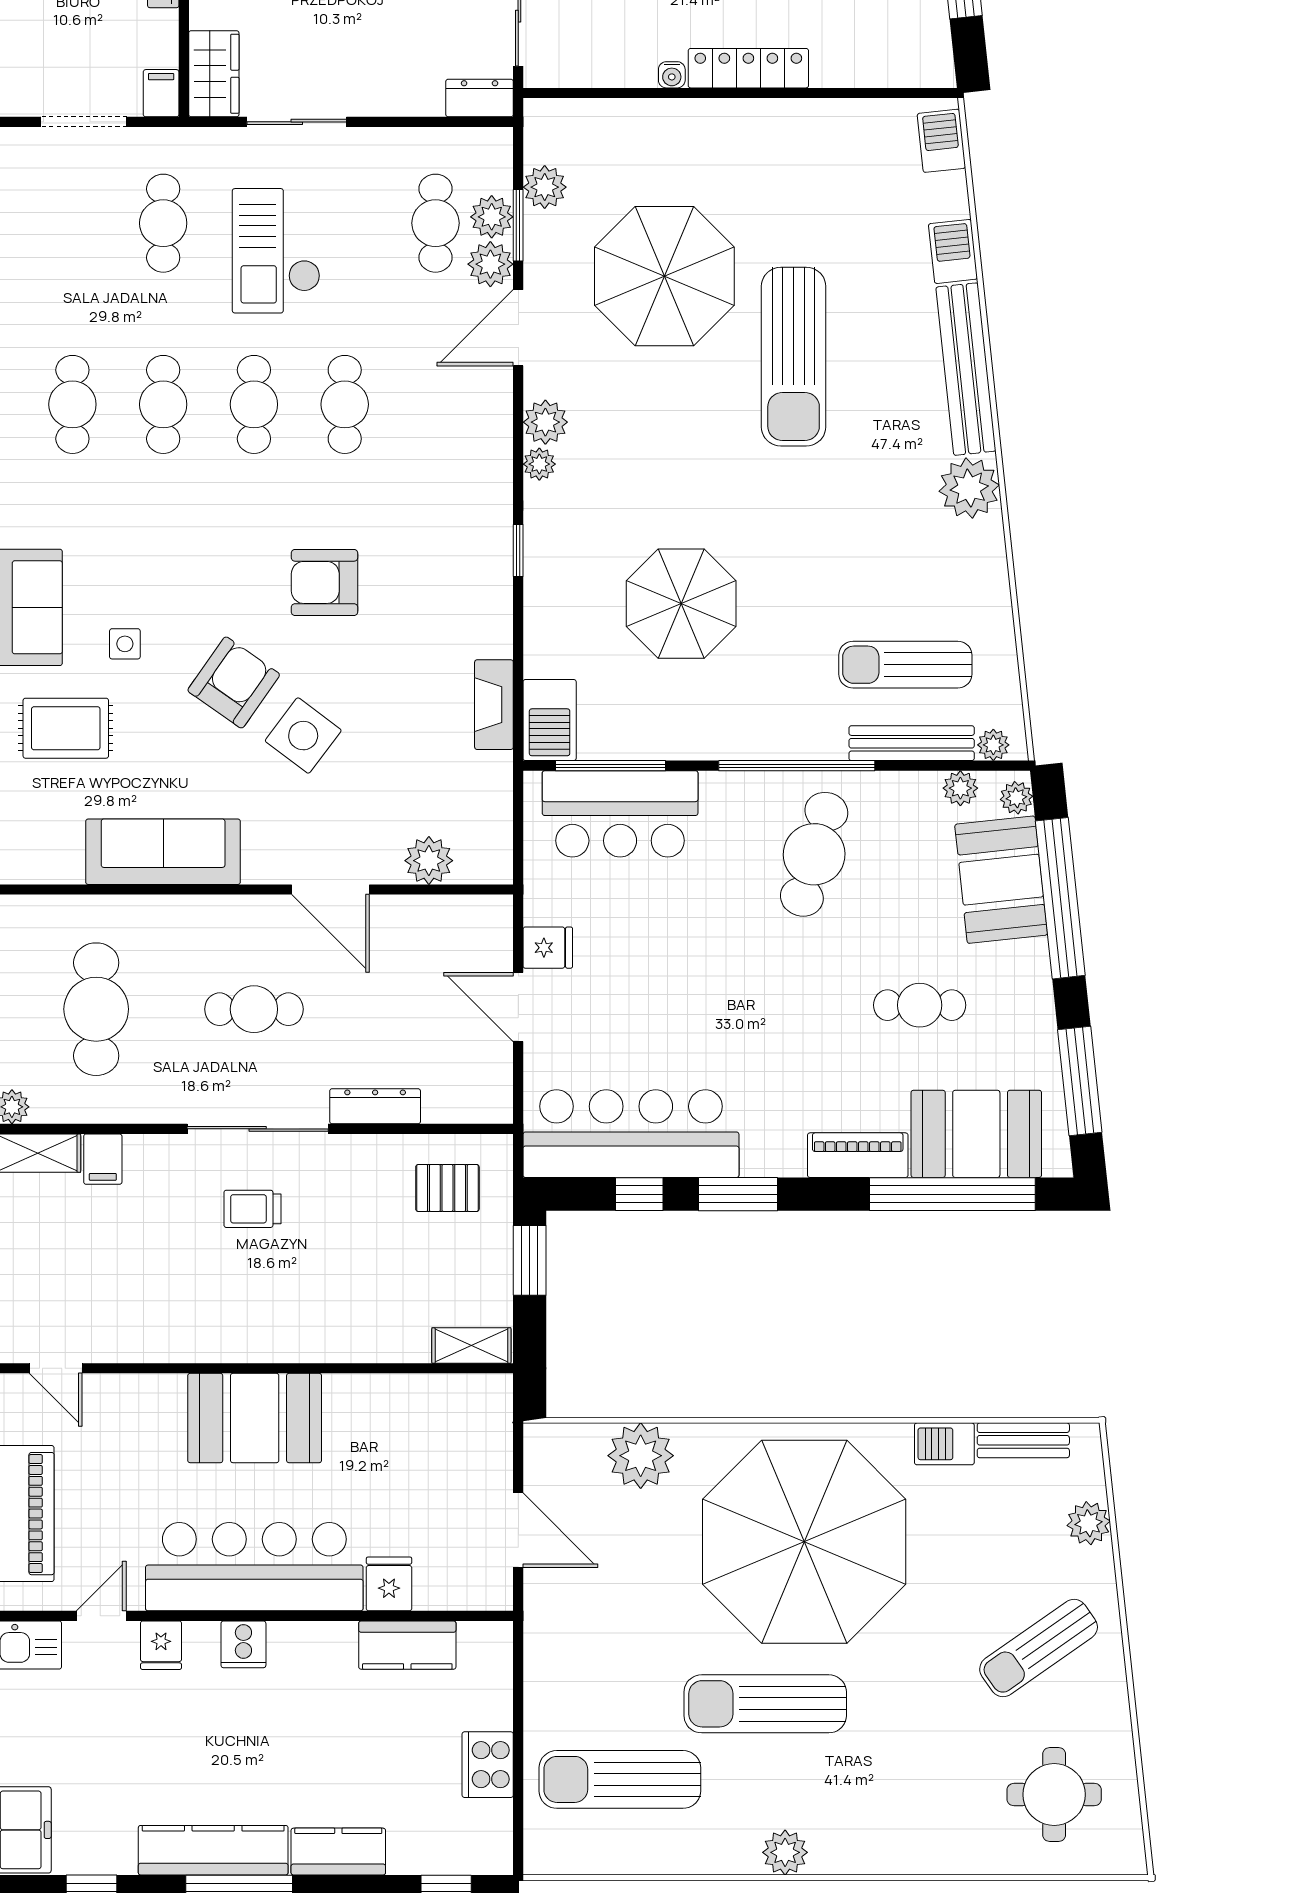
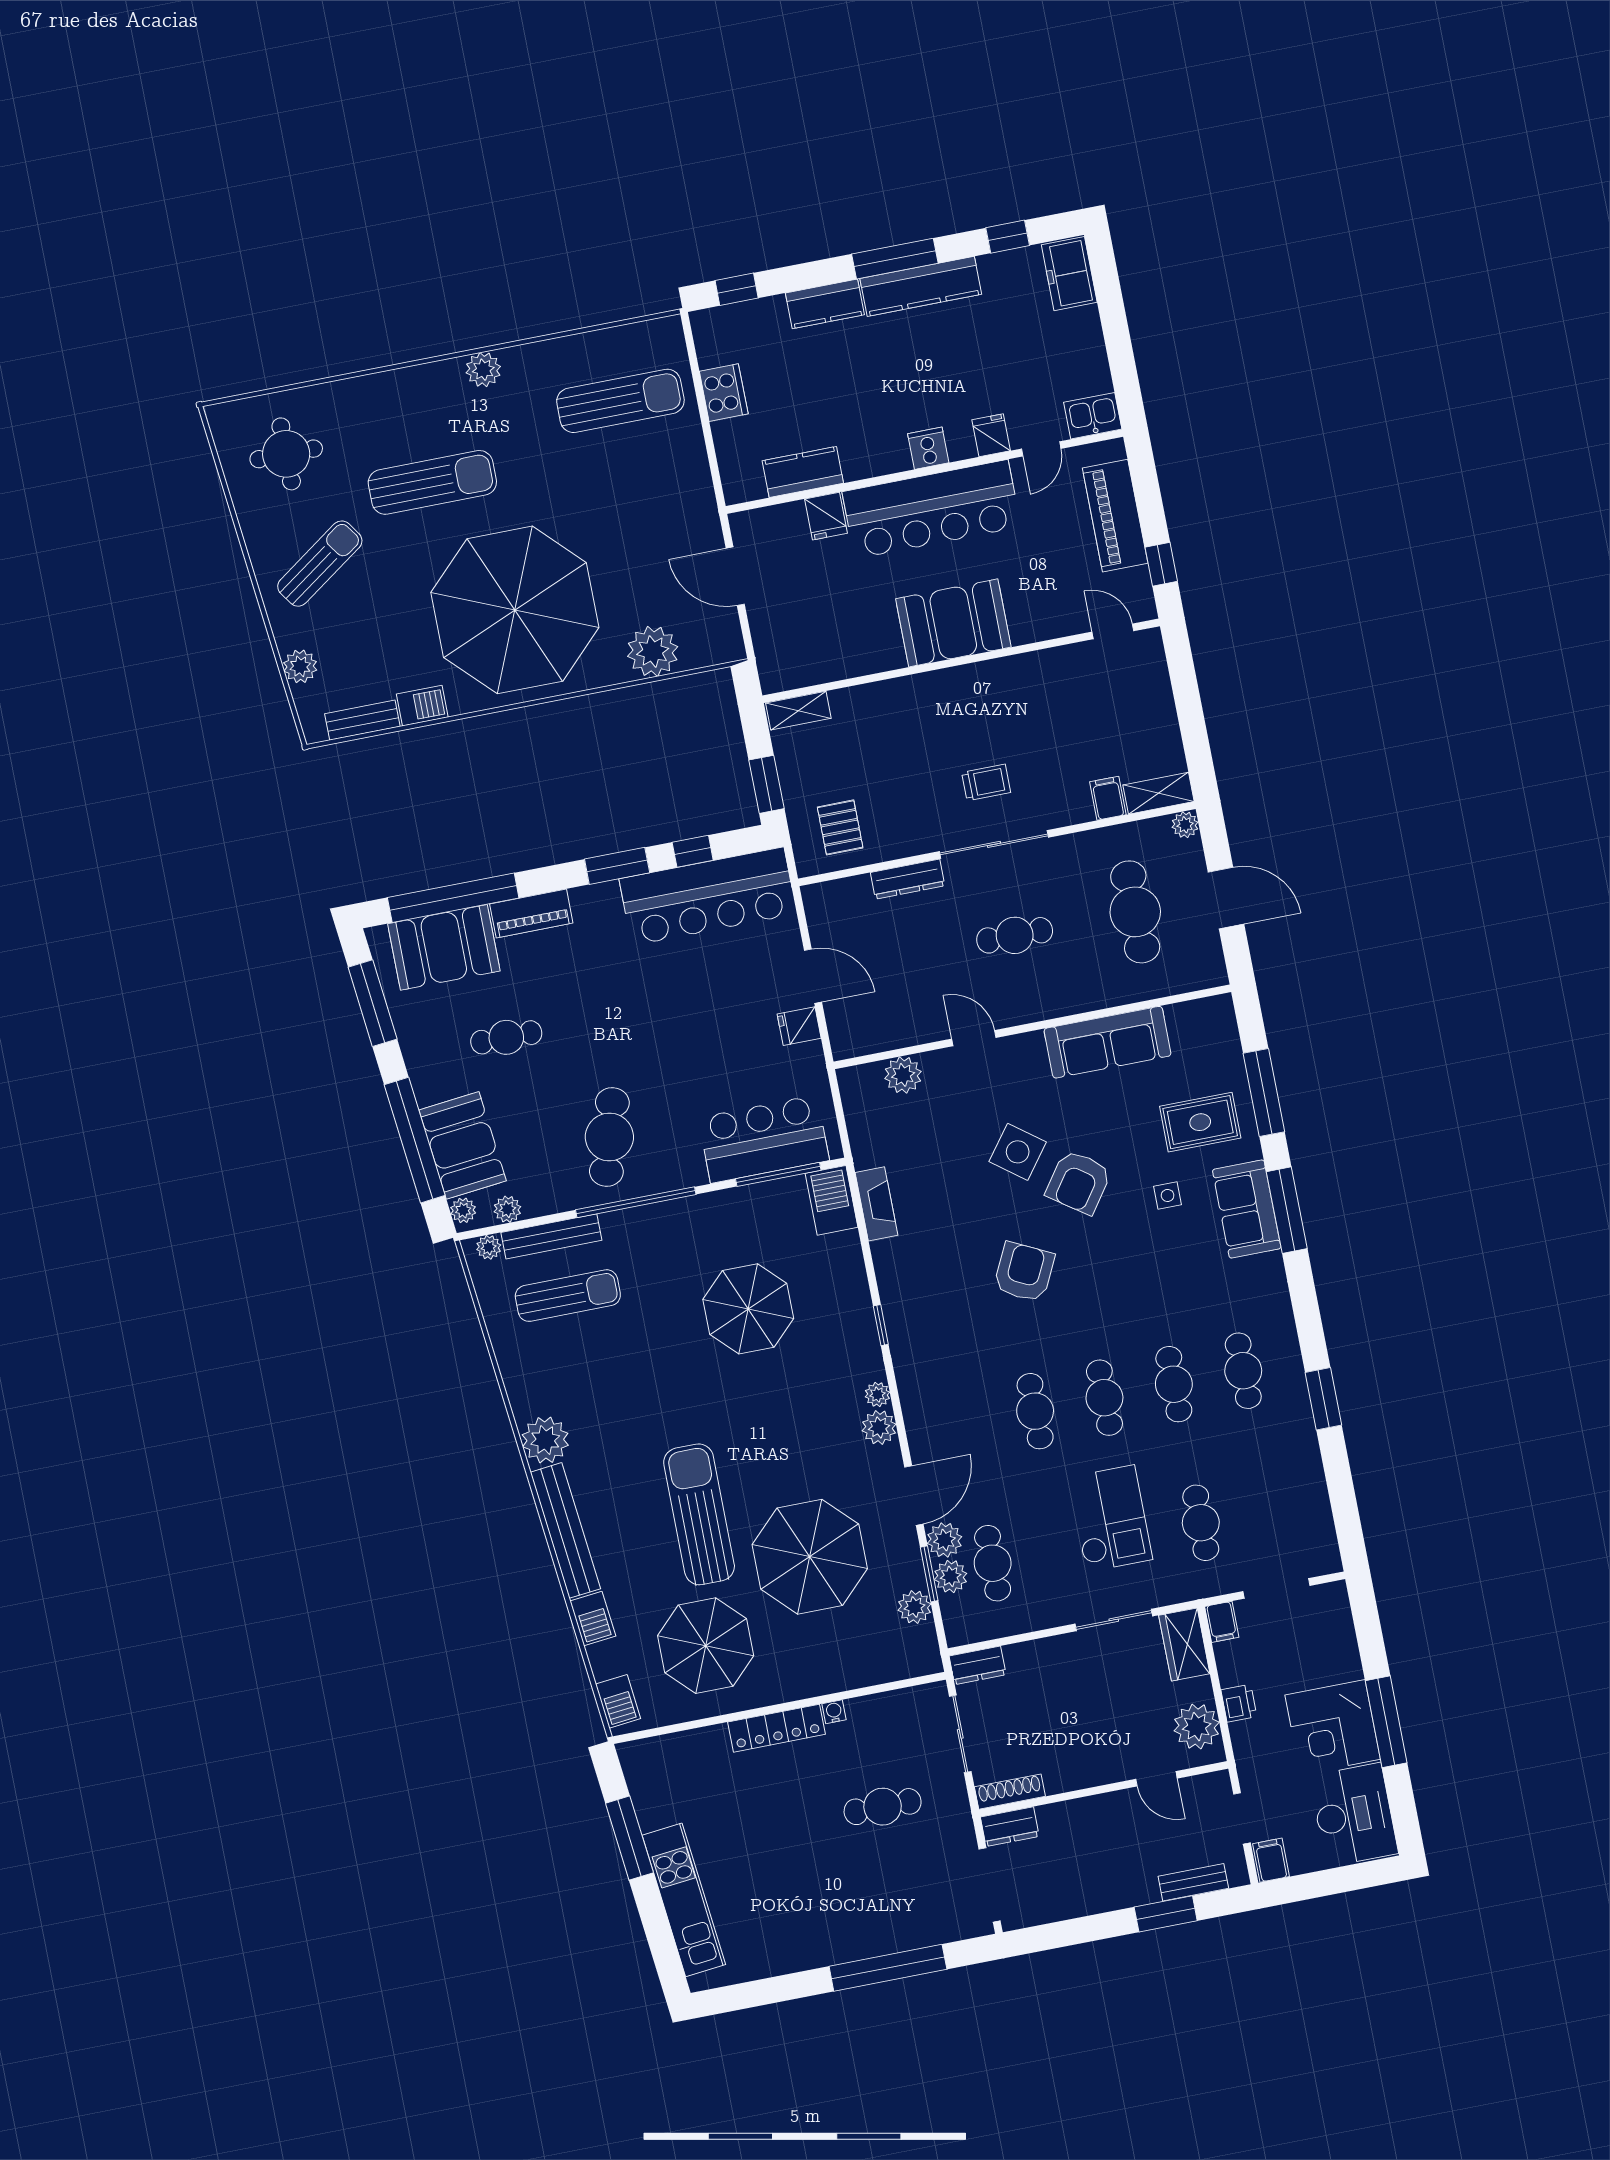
parasol: (817, 190) -> (706, 1646), added
armchair: (324, 582) -> (1024, 1272), turned -64
door: (330, 890) -> (974, 1038), width x0.73
pallet: (447, 1188) -> (840, 827), turned 90
sun lounger: (765, 1704) -> (432, 482), moved

